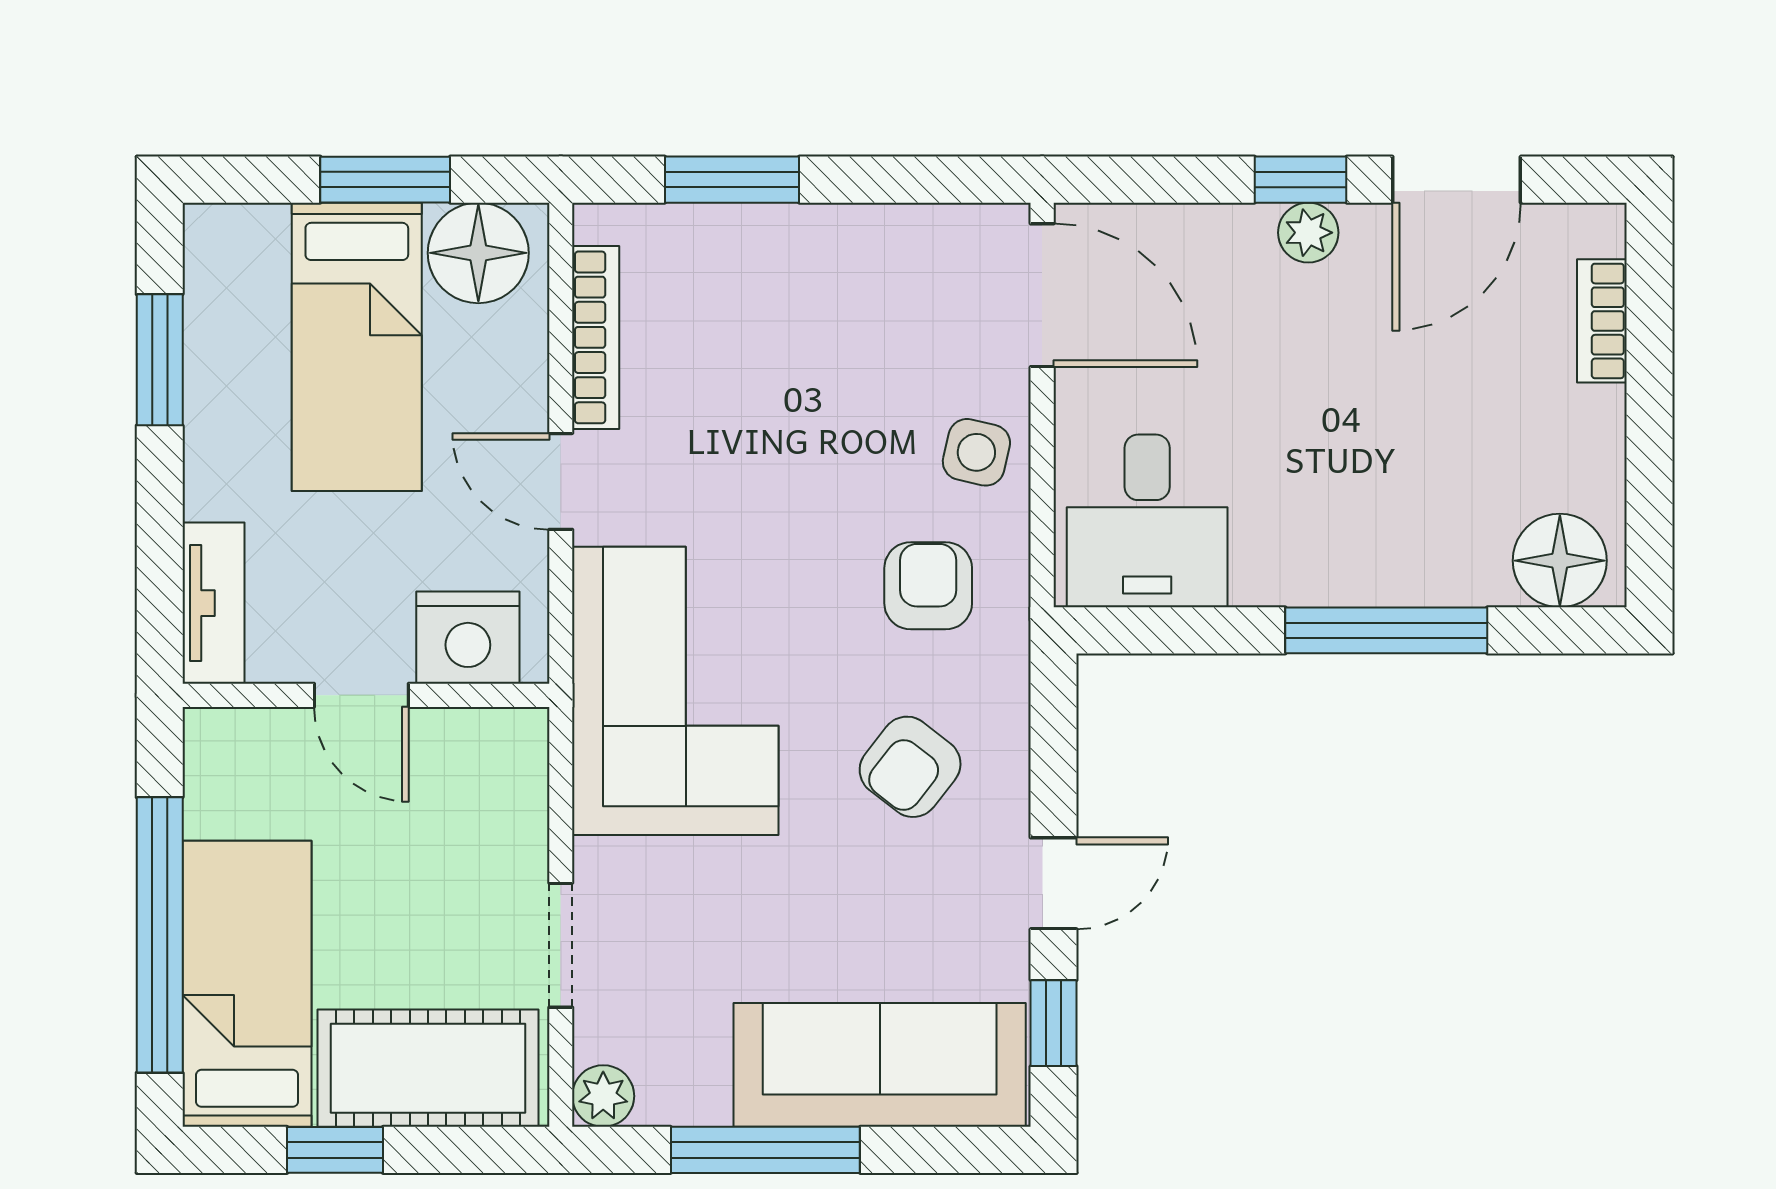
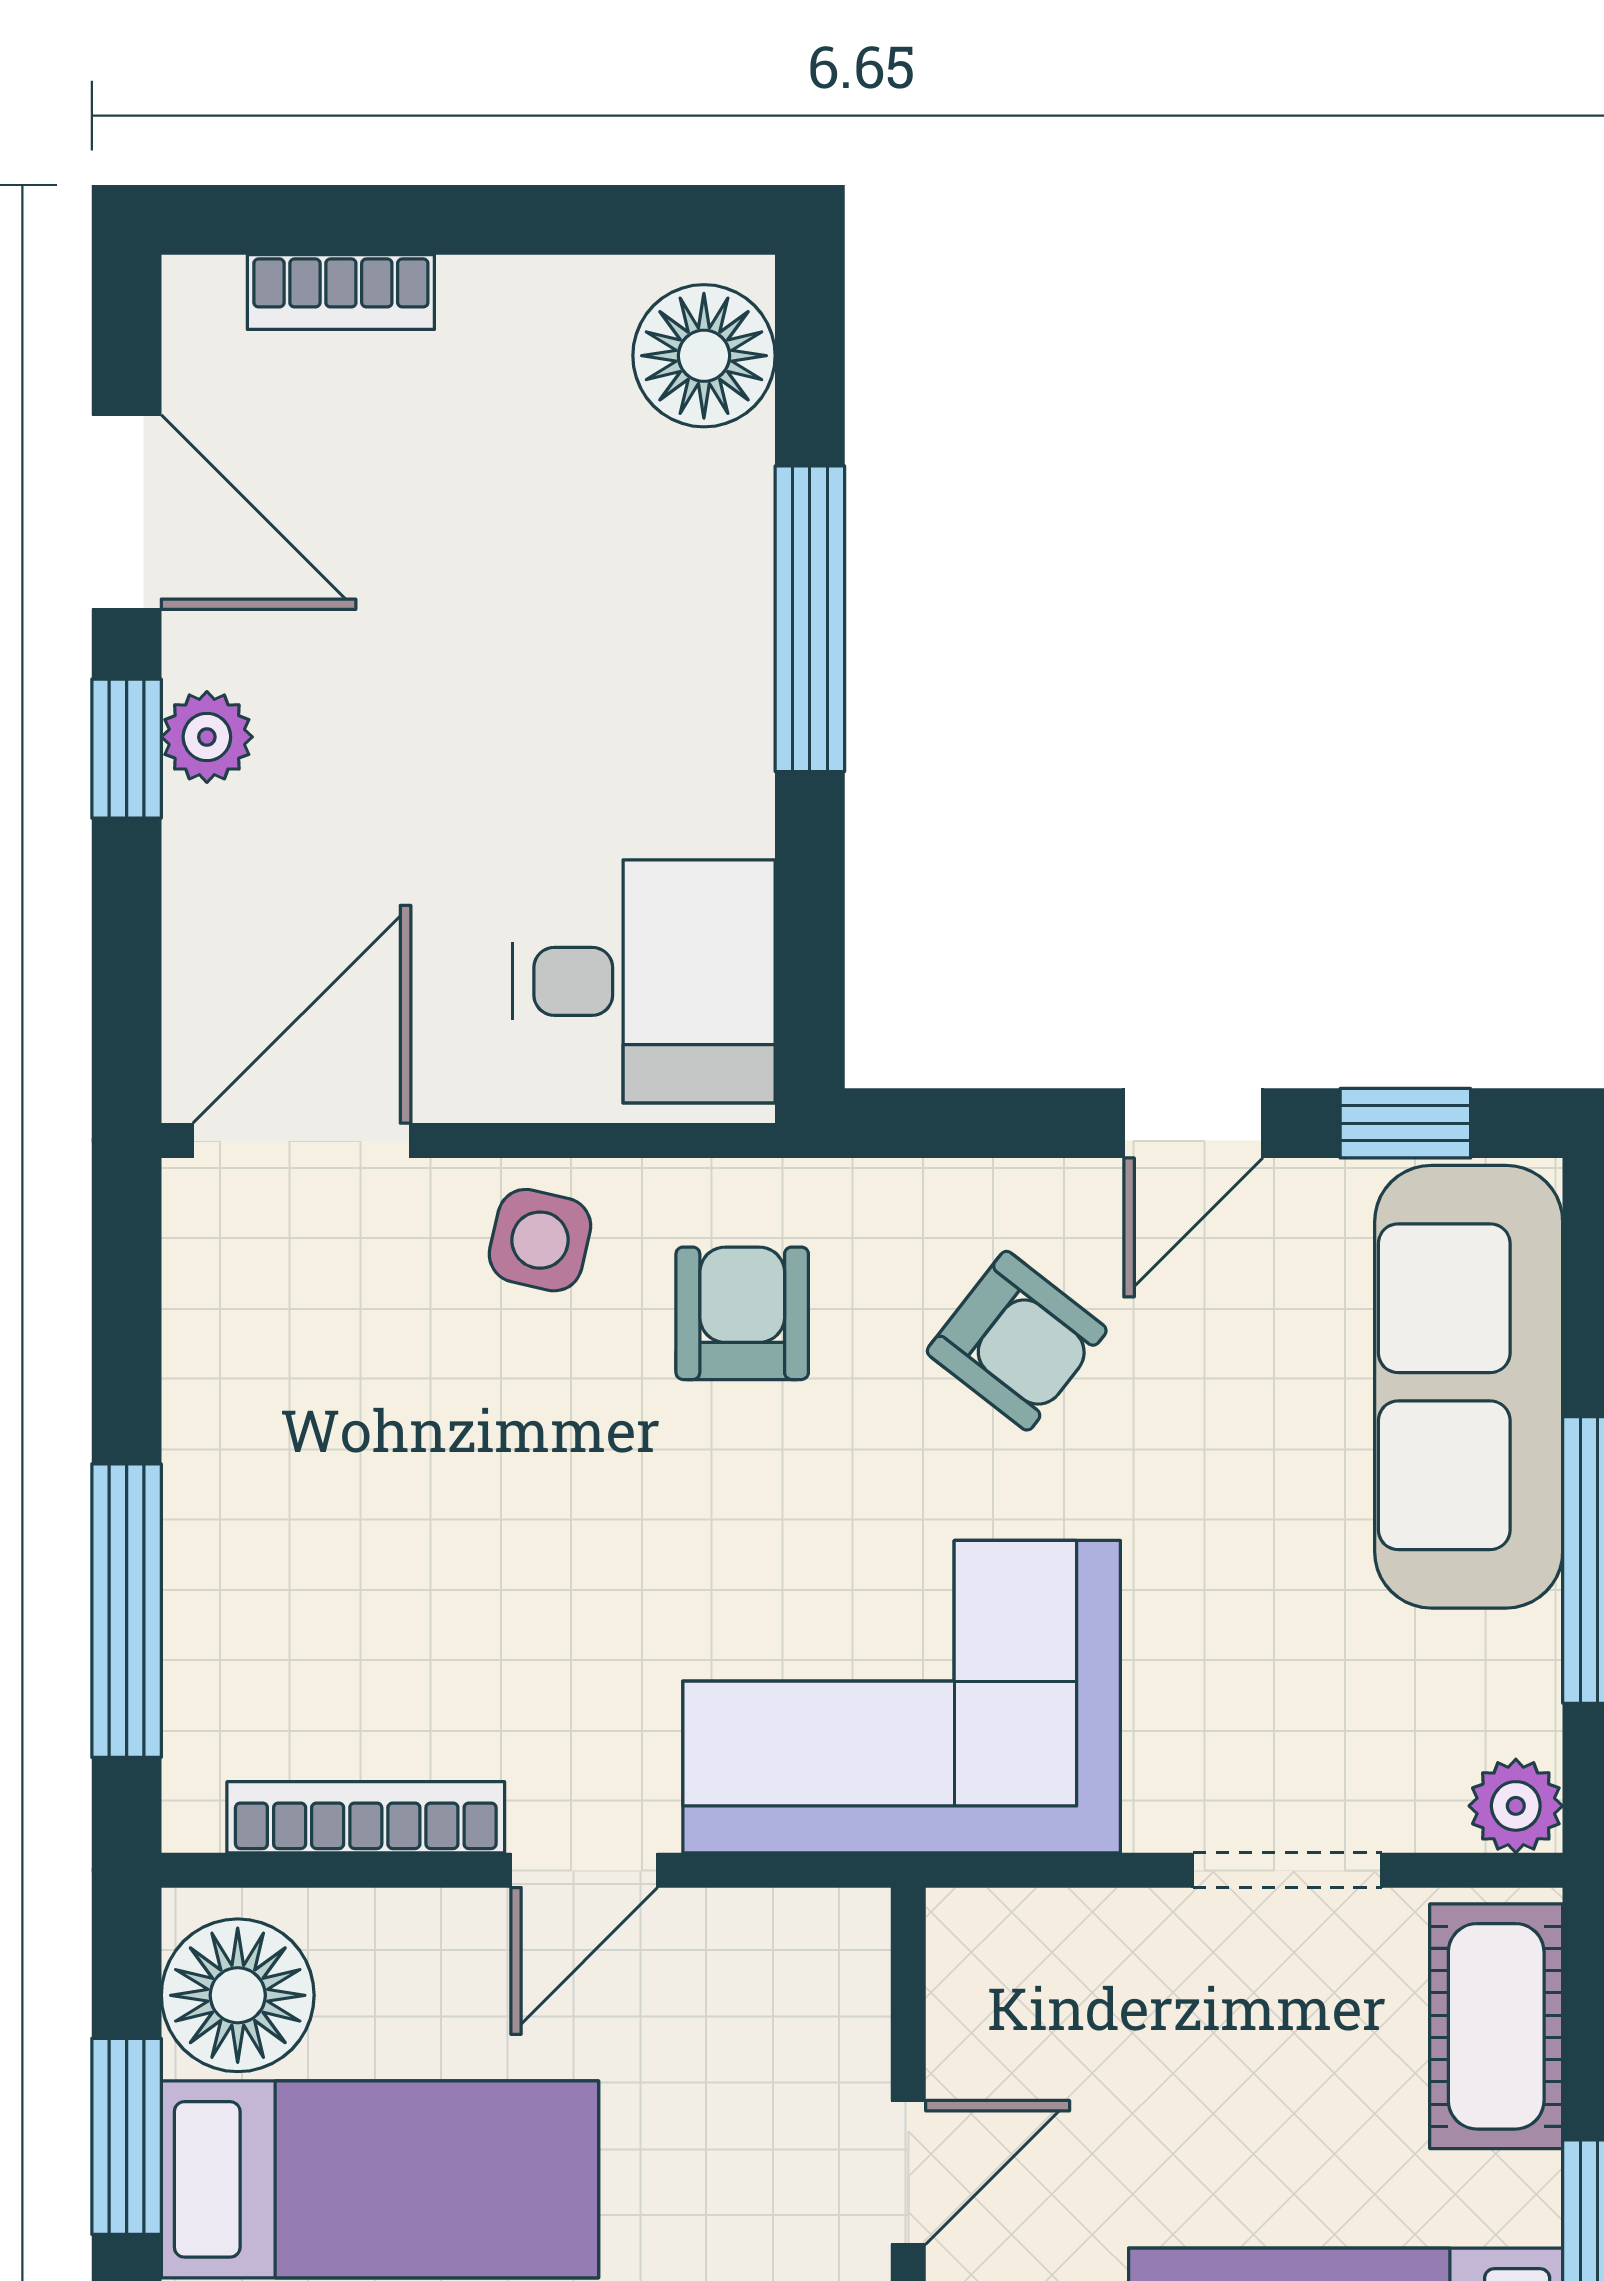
window: (732, 180) -> (127, 1611), width x1.44
armchair: (928, 586) -> (742, 1313), turned 90
nightstand: (468, 638) -> (821, 2011), removed
door: (1054, 883) -> (1193, 1123), swing flipped
cot: (428, 1068) -> (1496, 2026), width x0.73, depth x0.75

